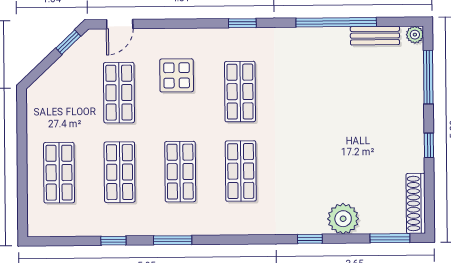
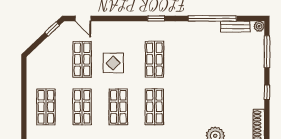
door: (120, 24) -> (83, 18), hinge flipped
display table: (177, 75) -> (113, 63), moved

